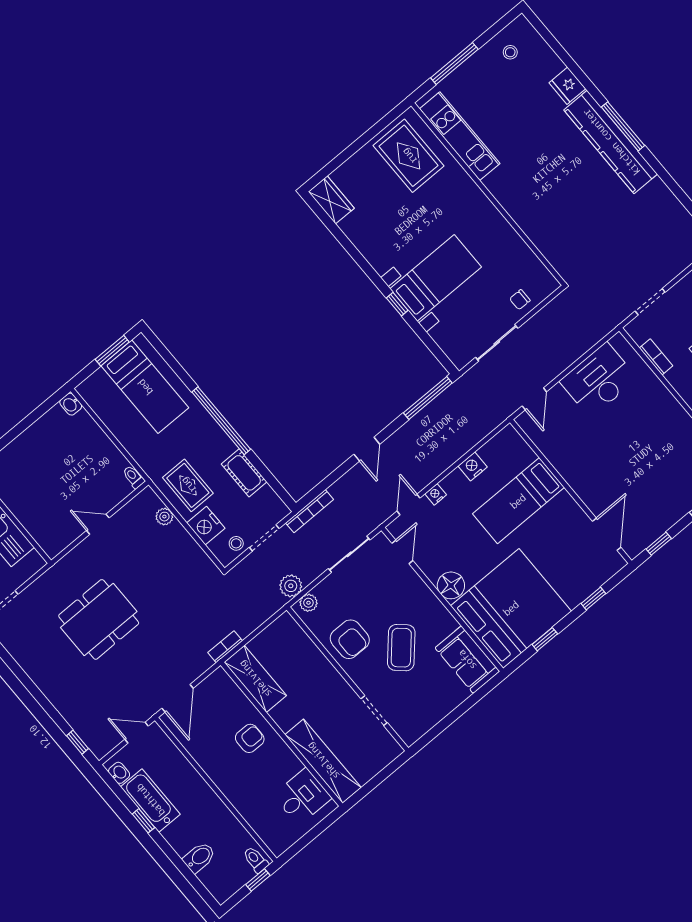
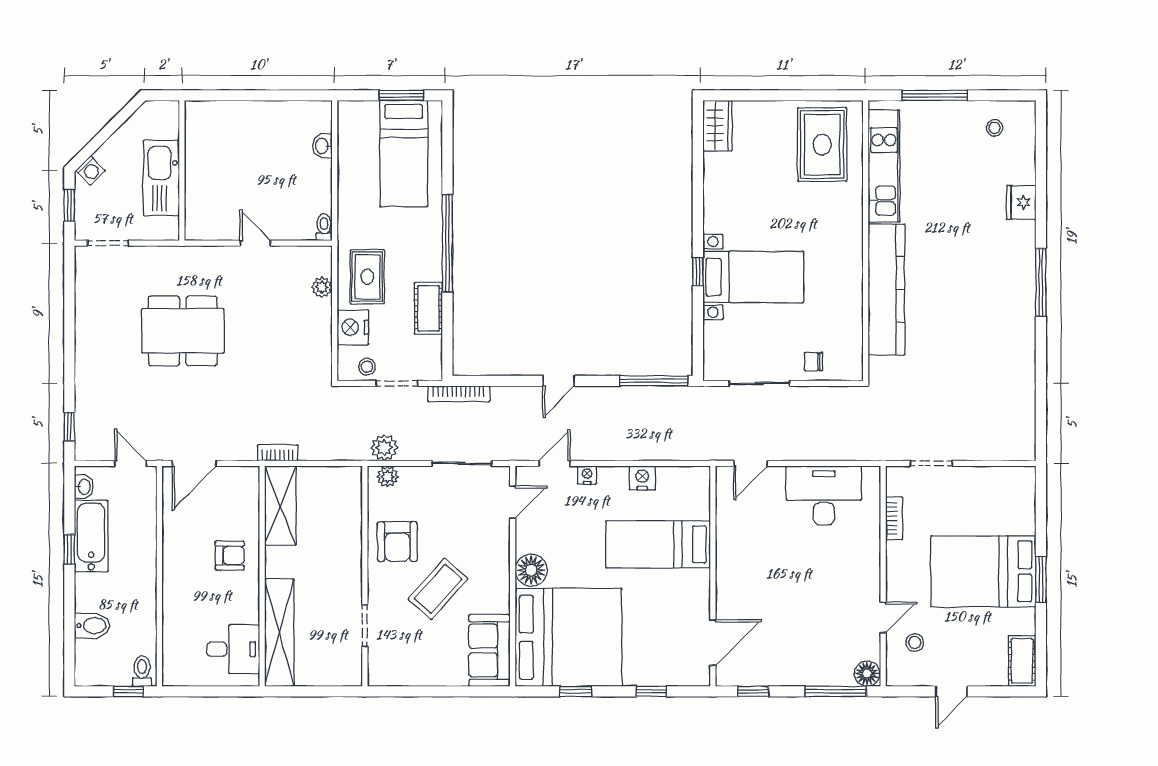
kitchen counter: (611, 142) -> (886, 290), moved, turned 180
washbasin: (71, 404) -> (322, 146), moved

